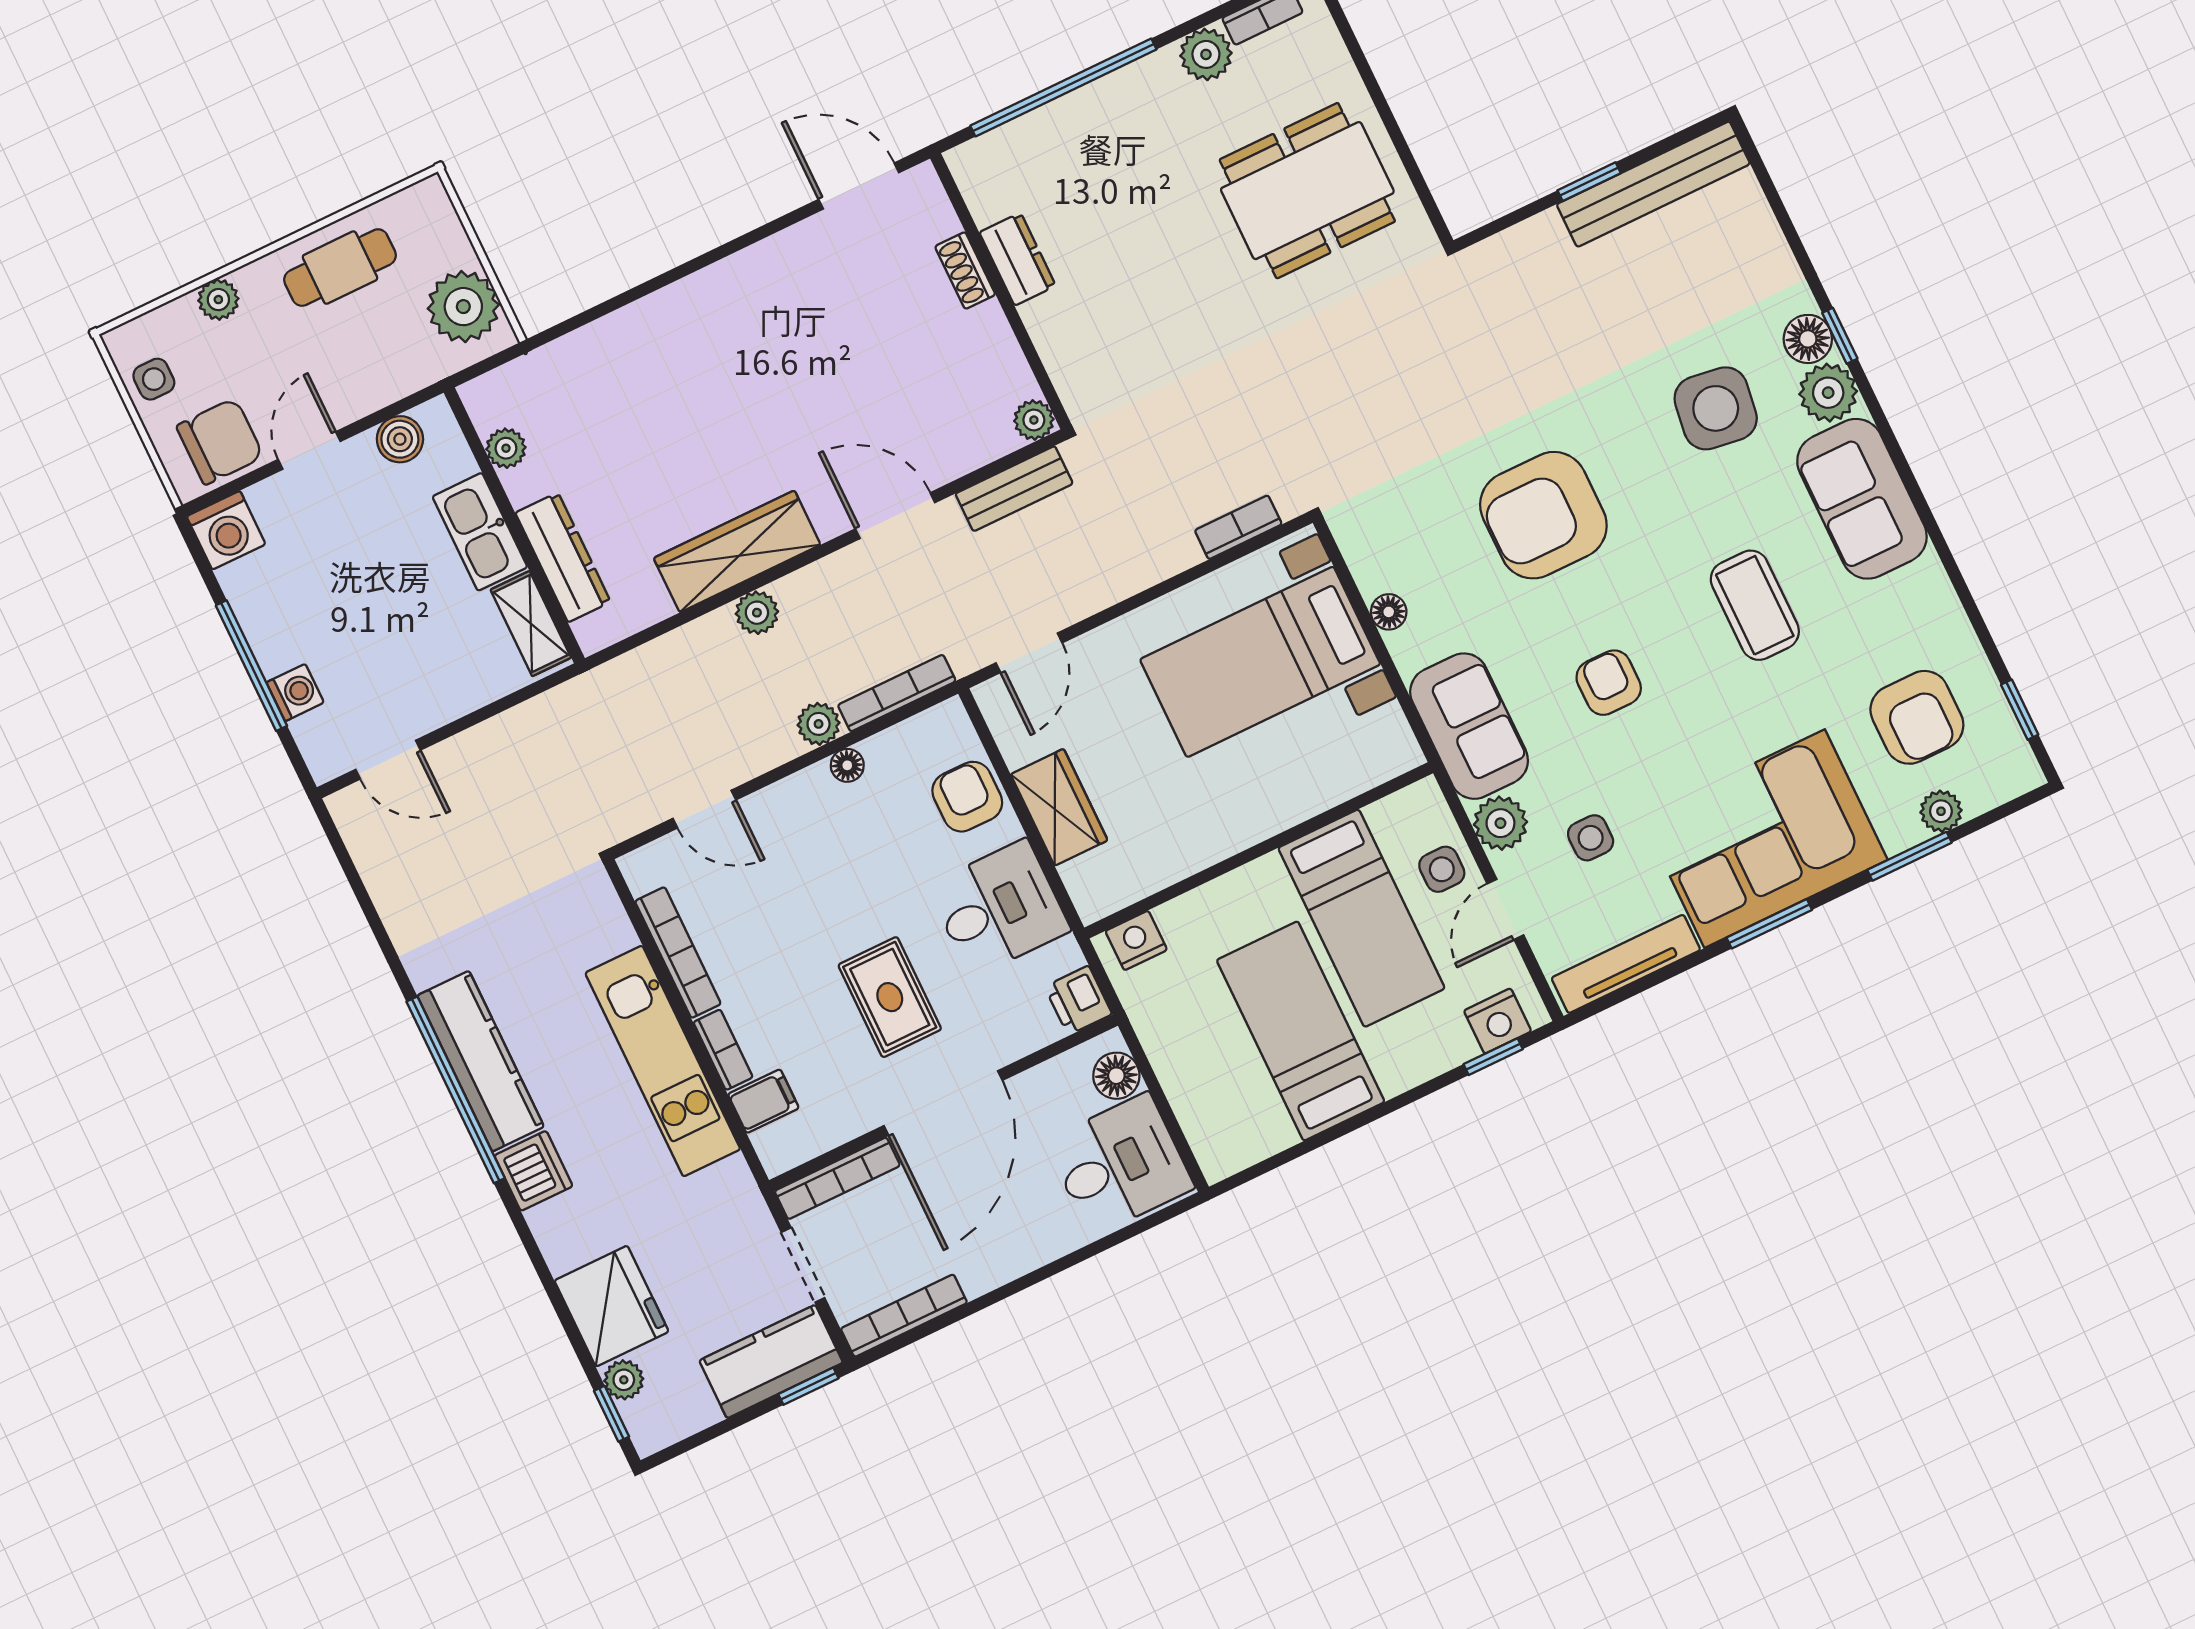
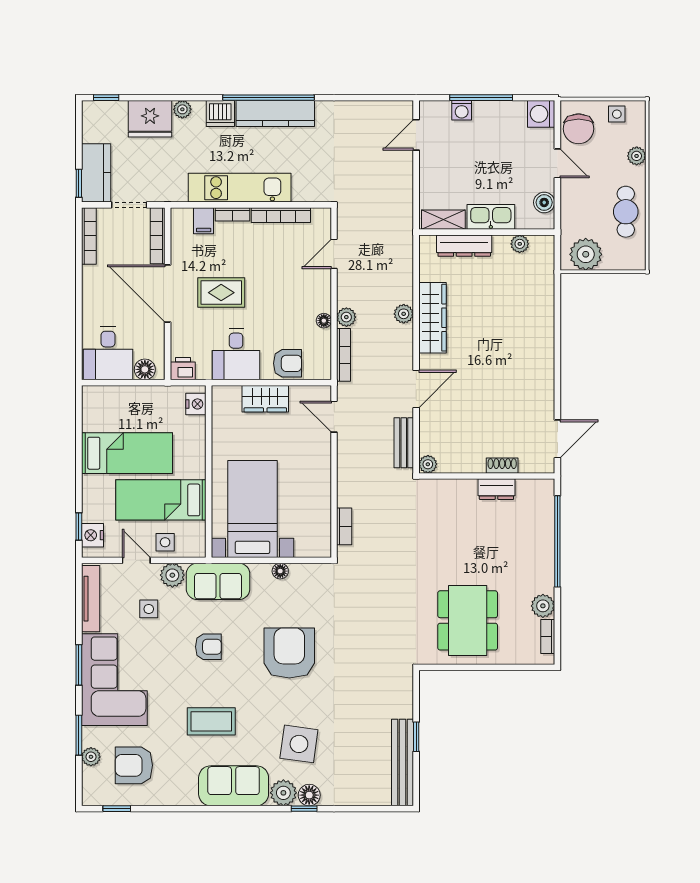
bed with nightstands: (1260, 662) -> (252, 509), moved
plant: (624, 1380) -> (182, 109), moved

